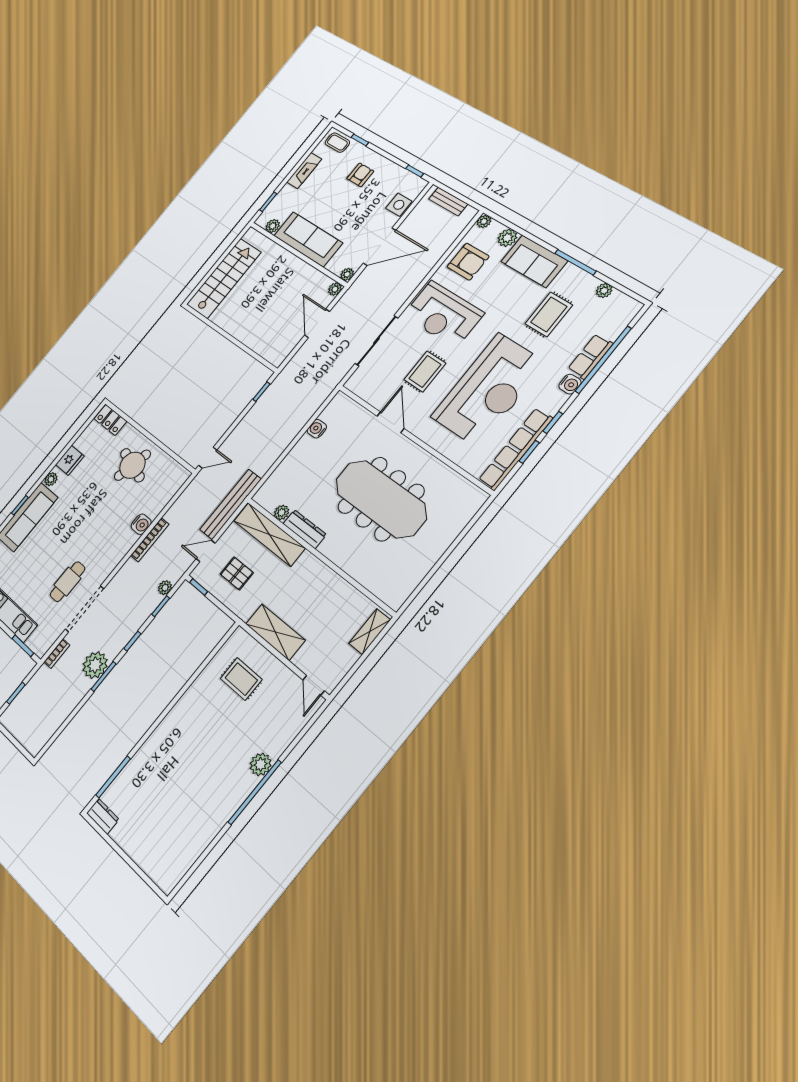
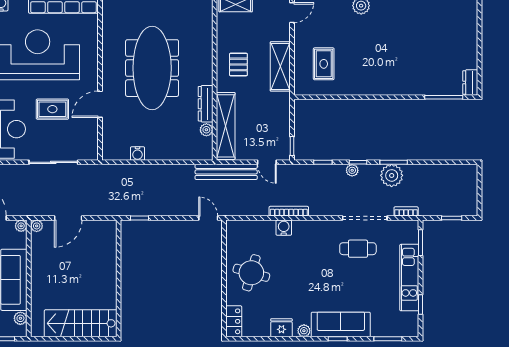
pallet: (237, 573) -> (238, 64), moved
plant: (165, 588) -> (352, 170), moved

